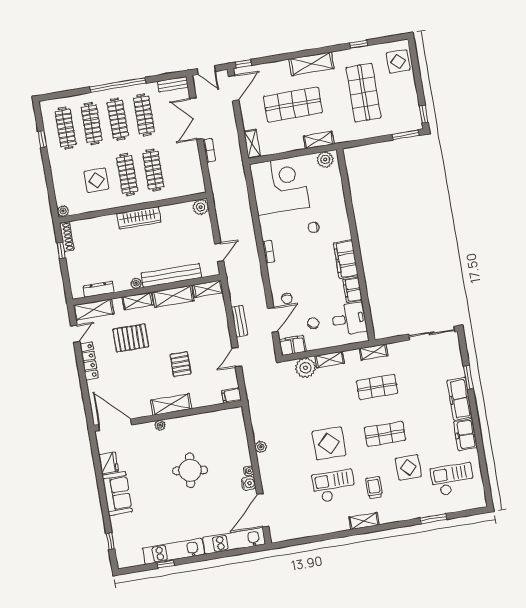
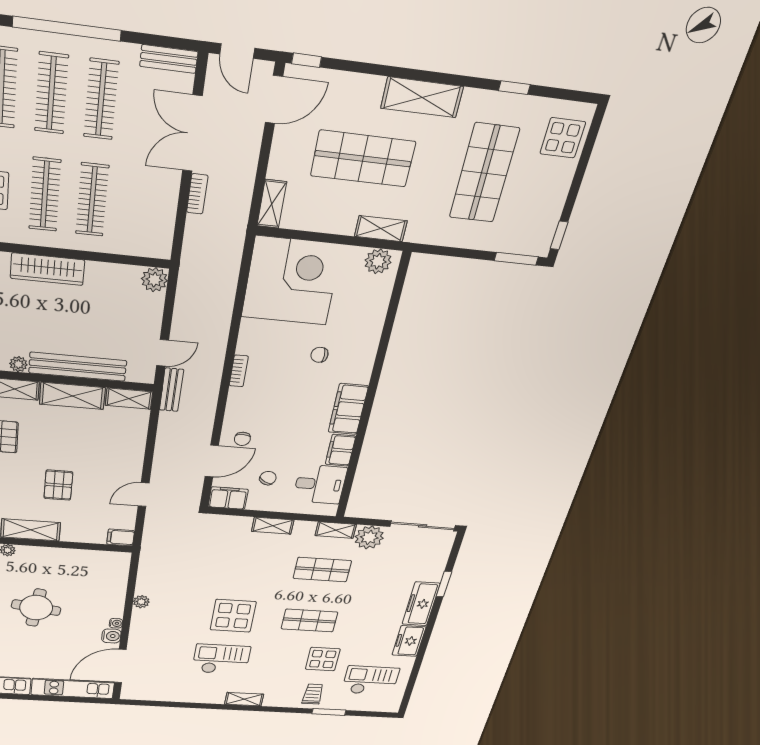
bench: (239, 321) -> (171, 390), moved
plant: (306, 368) -> (369, 537), moved
trolley: (374, 488) -> (313, 694), moved

